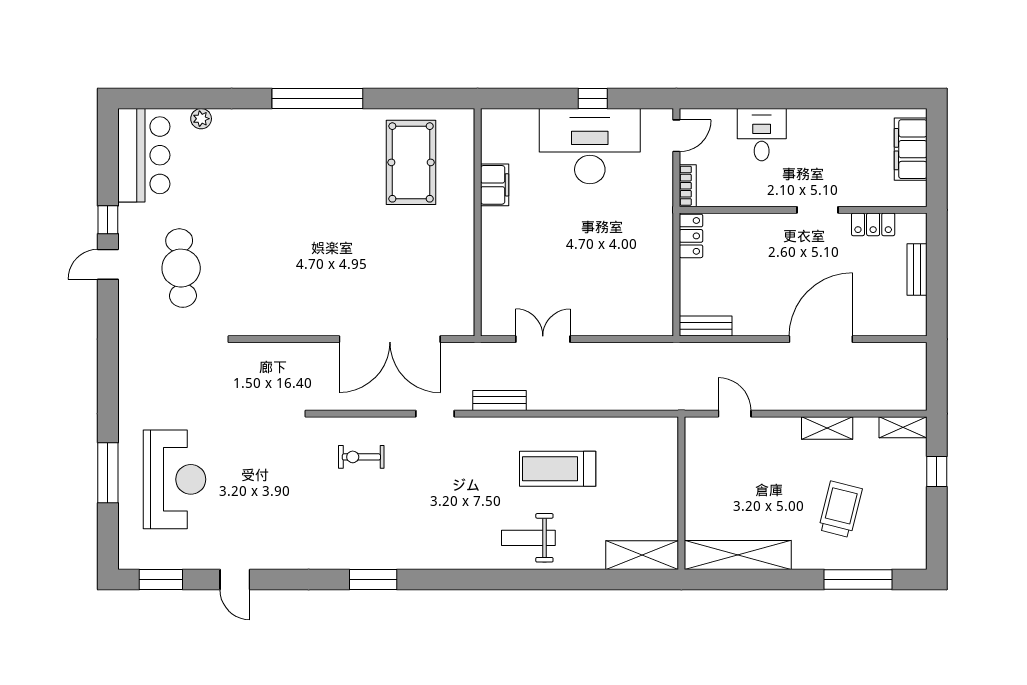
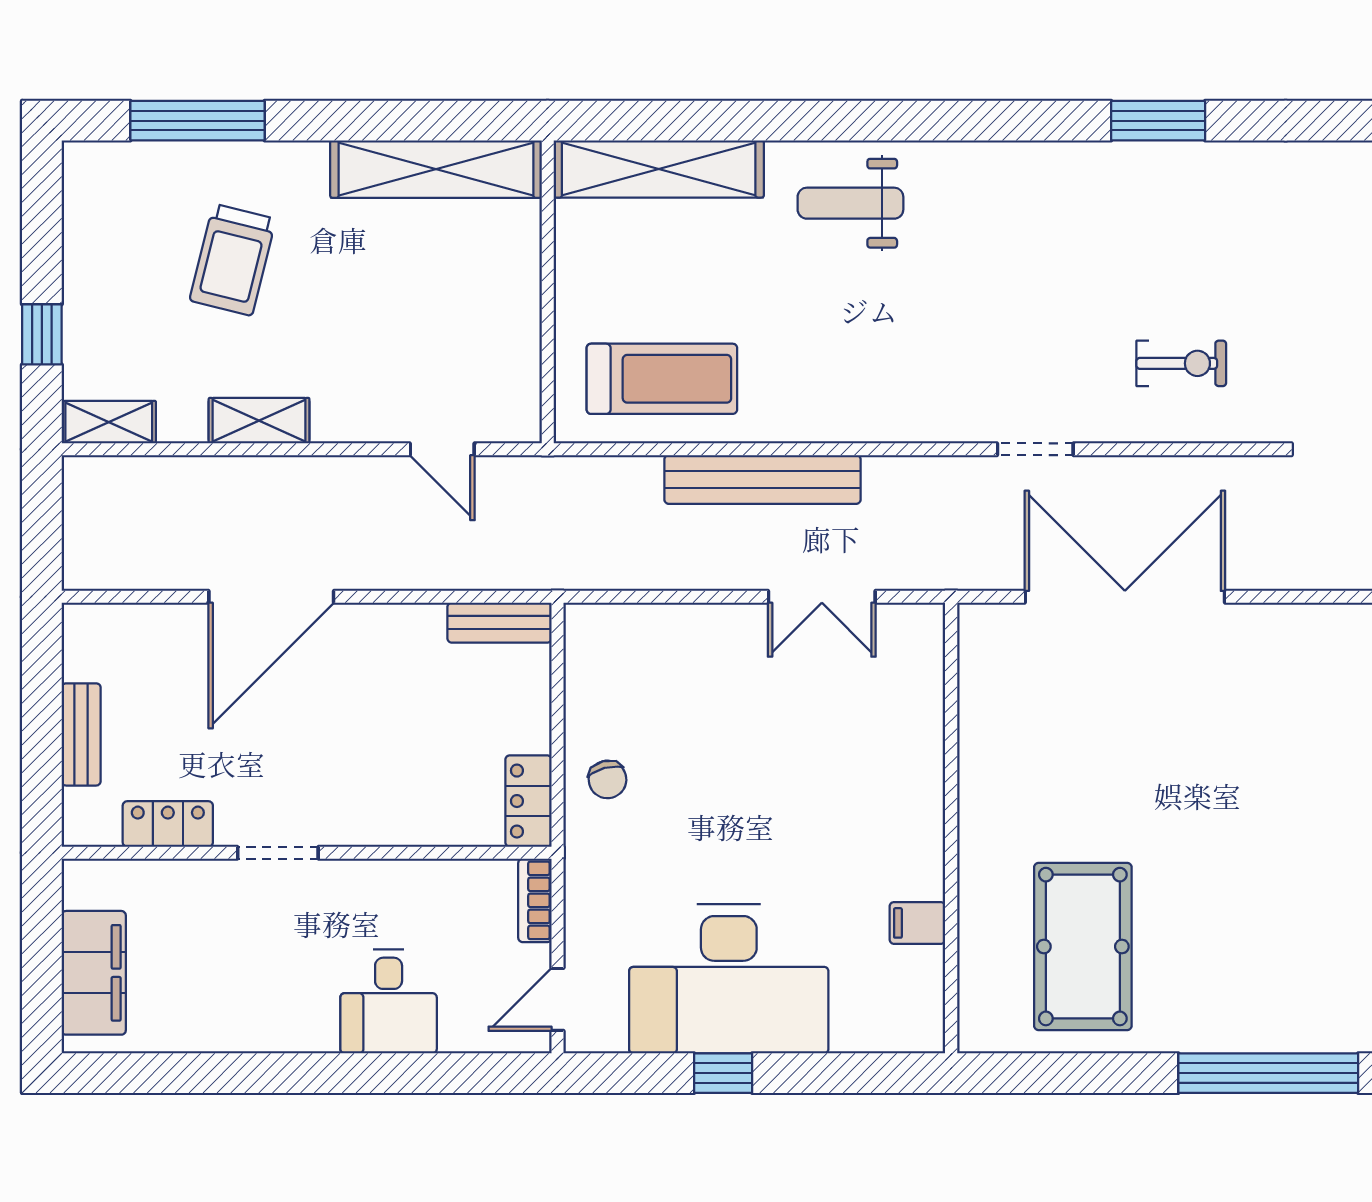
filing cabinet: (495, 185) -> (917, 923), width x0.50
chair: (651, 247) -> (607, 779), added
bench: (499, 400) -> (762, 480), moved, width x1.86, depth x1.21
treadmill: (558, 469) -> (662, 379), moved
weight bench: (528, 538) -> (850, 203), turned 180
shelving: (642, 555) -> (659, 169), width x1.47

